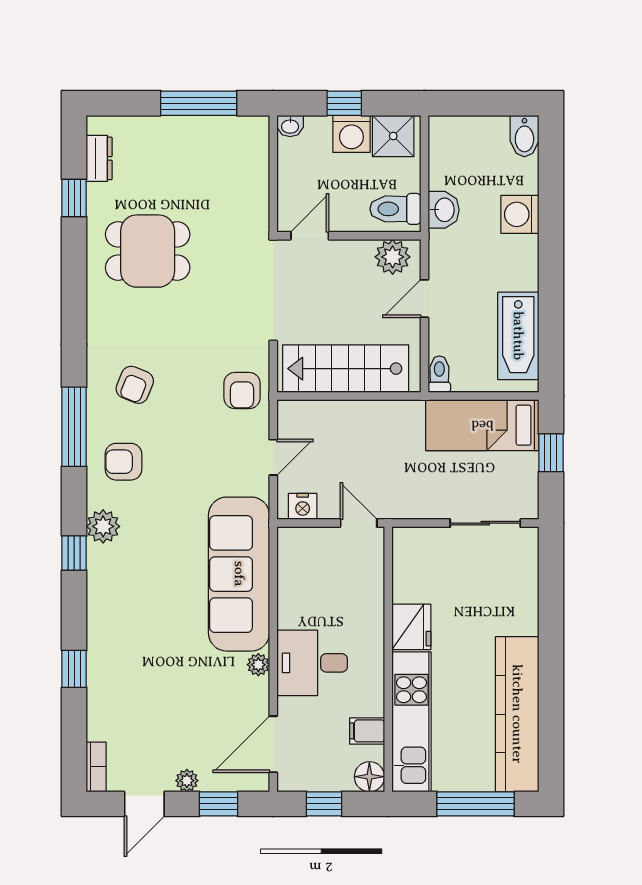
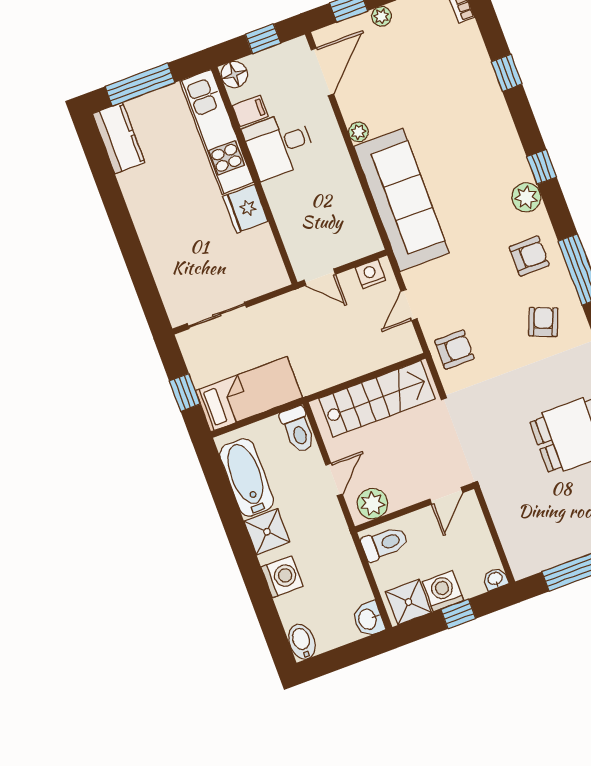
washbasin: (444, 210) -> (368, 619), moved
shower: (518, 269) -> (267, 532), added
toilet: (439, 374) -> (298, 430), width x1.37, depth x1.39
armchair: (242, 391) -> (454, 350), turned 90
desk: (312, 663) -> (279, 145), moved, turned 180
kitchen counter: (517, 714) -> (119, 138), width x0.48, depth x0.86

